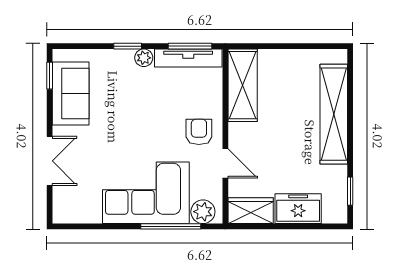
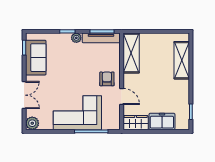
shelving: (334, 114) -> (182, 60), width x0.68
plant: (203, 212) -> (32, 123), moved

